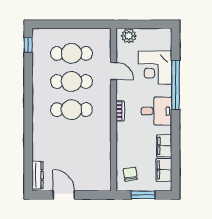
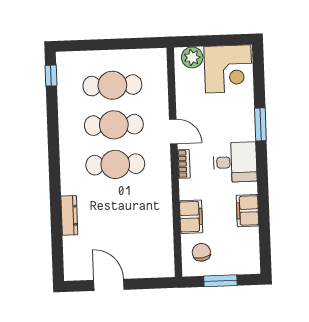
corner desk: (155, 67) -> (228, 69), moved, turned -90
door: (113, 71) -> (173, 131), moved
window: (176, 85) -> (260, 124), width x0.47
filing cabinet: (164, 170) -> (191, 217), moved, turned 180
dresser: (38, 175) -> (69, 215), moved

